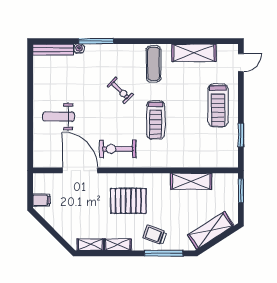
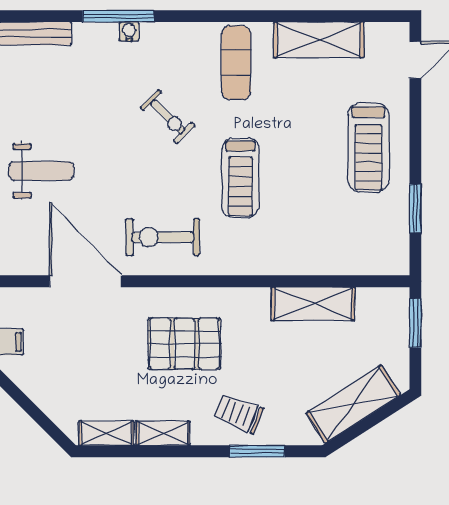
water cooler: (79, 49) -> (129, 32), moved
weight bench: (59, 117) -> (41, 171), turned 180
window: (164, 253) -> (257, 451), width x0.69

